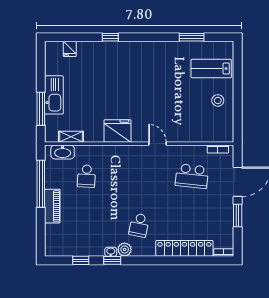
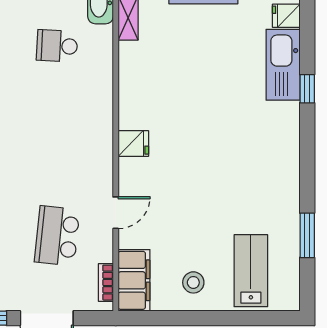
kitchen sink: (97, 51) -> (283, 65), added
fridge: (117, 131) -> (133, 143), moved, width x0.53, depth x0.75
filing cabinet: (217, 133) -> (134, 280), added
door: (157, 144) -> (116, 213), moved

